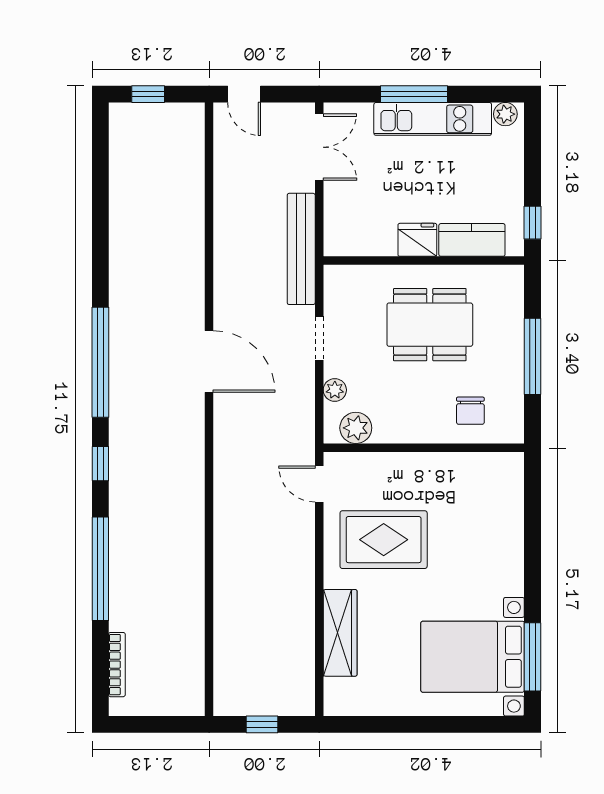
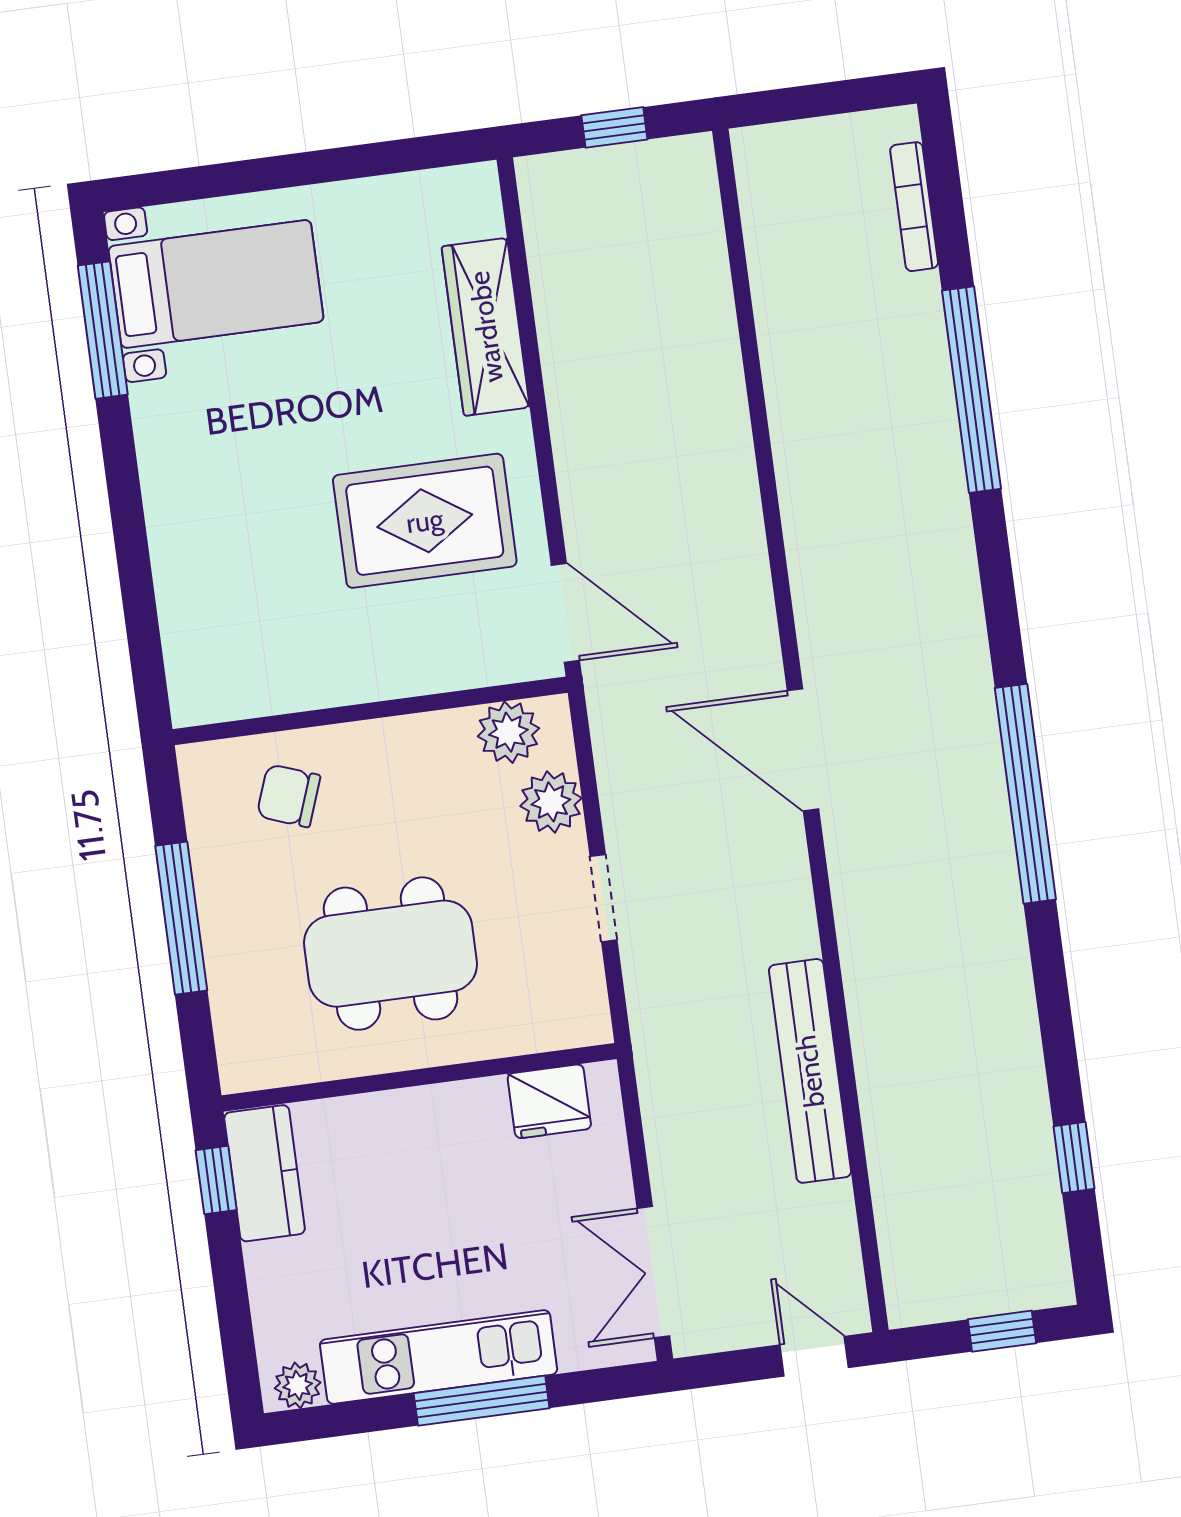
fridge: (417, 240) -> (549, 1101), moved
kitchen counter: (472, 240) -> (265, 1173), moved, turned -90
bench: (301, 249) -> (810, 1071), moved
door: (209, 361) -> (803, 750), moved
plant: (335, 390) -> (551, 802), width x1.38, depth x1.38
chair: (470, 411) -> (289, 796), turned -70
window: (100, 464) -> (1074, 1157), moved
door: (319, 484) -> (565, 613), width x1.38
bed with nightstands: (473, 657) -> (216, 284), width x0.73

